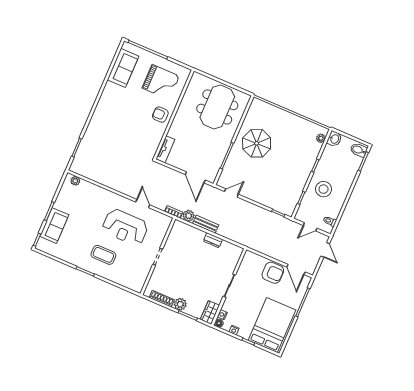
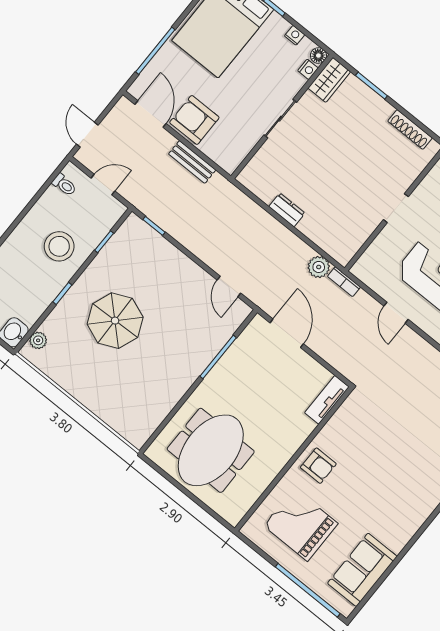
parasol: (257, 143) -> (115, 321), moved
door: (231, 193) -> (229, 287), hinge flipped
bench: (206, 224) -> (192, 162), moved
plant: (180, 304) -> (379, 110), removed

